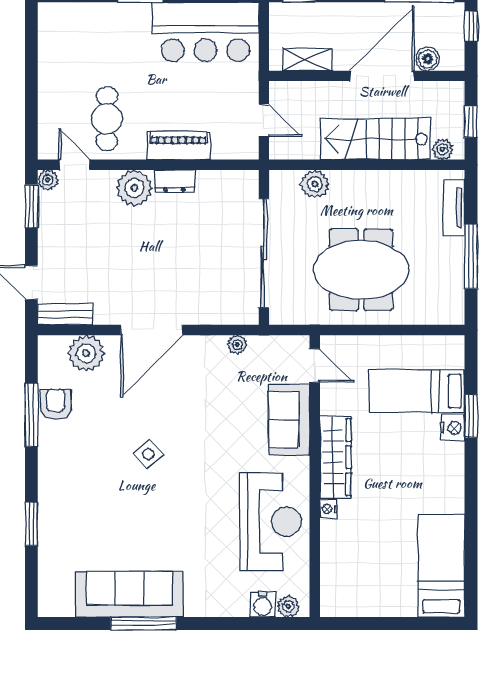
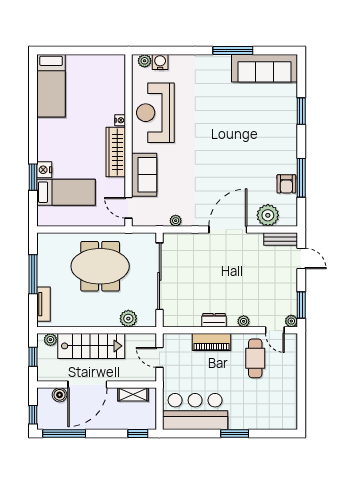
plant: (134, 188) -> (244, 321), width x0.53, depth x0.53
side table: (148, 454) -> (230, 154), removed
sofa: (129, 594) -> (265, 68), moved

